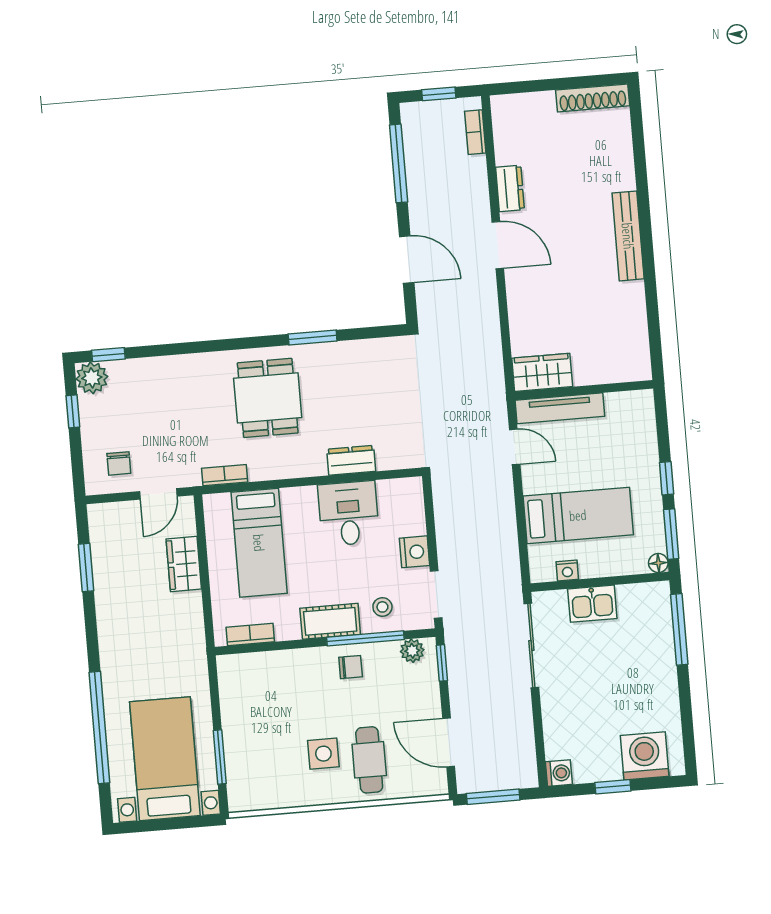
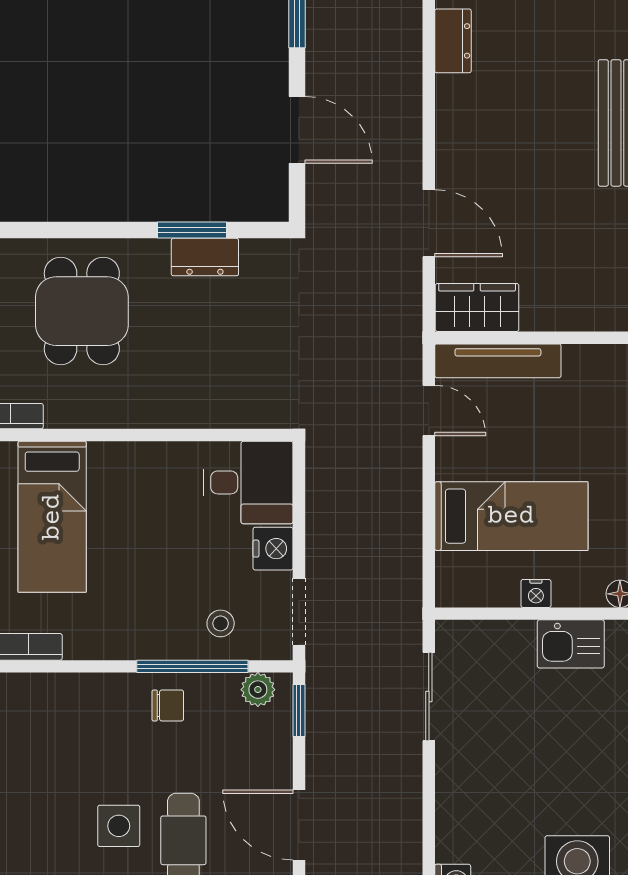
door: (498, 245) -> (429, 223), moved
window: (313, 337) -> (192, 230), moved
dresser: (351, 460) -> (205, 257), moved, turned 180
desk: (349, 513) -> (248, 482), moved, turned 90
nightstand: (567, 570) -> (536, 593), moved
kitchen sink: (592, 604) -> (571, 644), moved
cot: (330, 621) -> (144, 638), removed
sliding door: (531, 646) -> (429, 696), width x0.73

